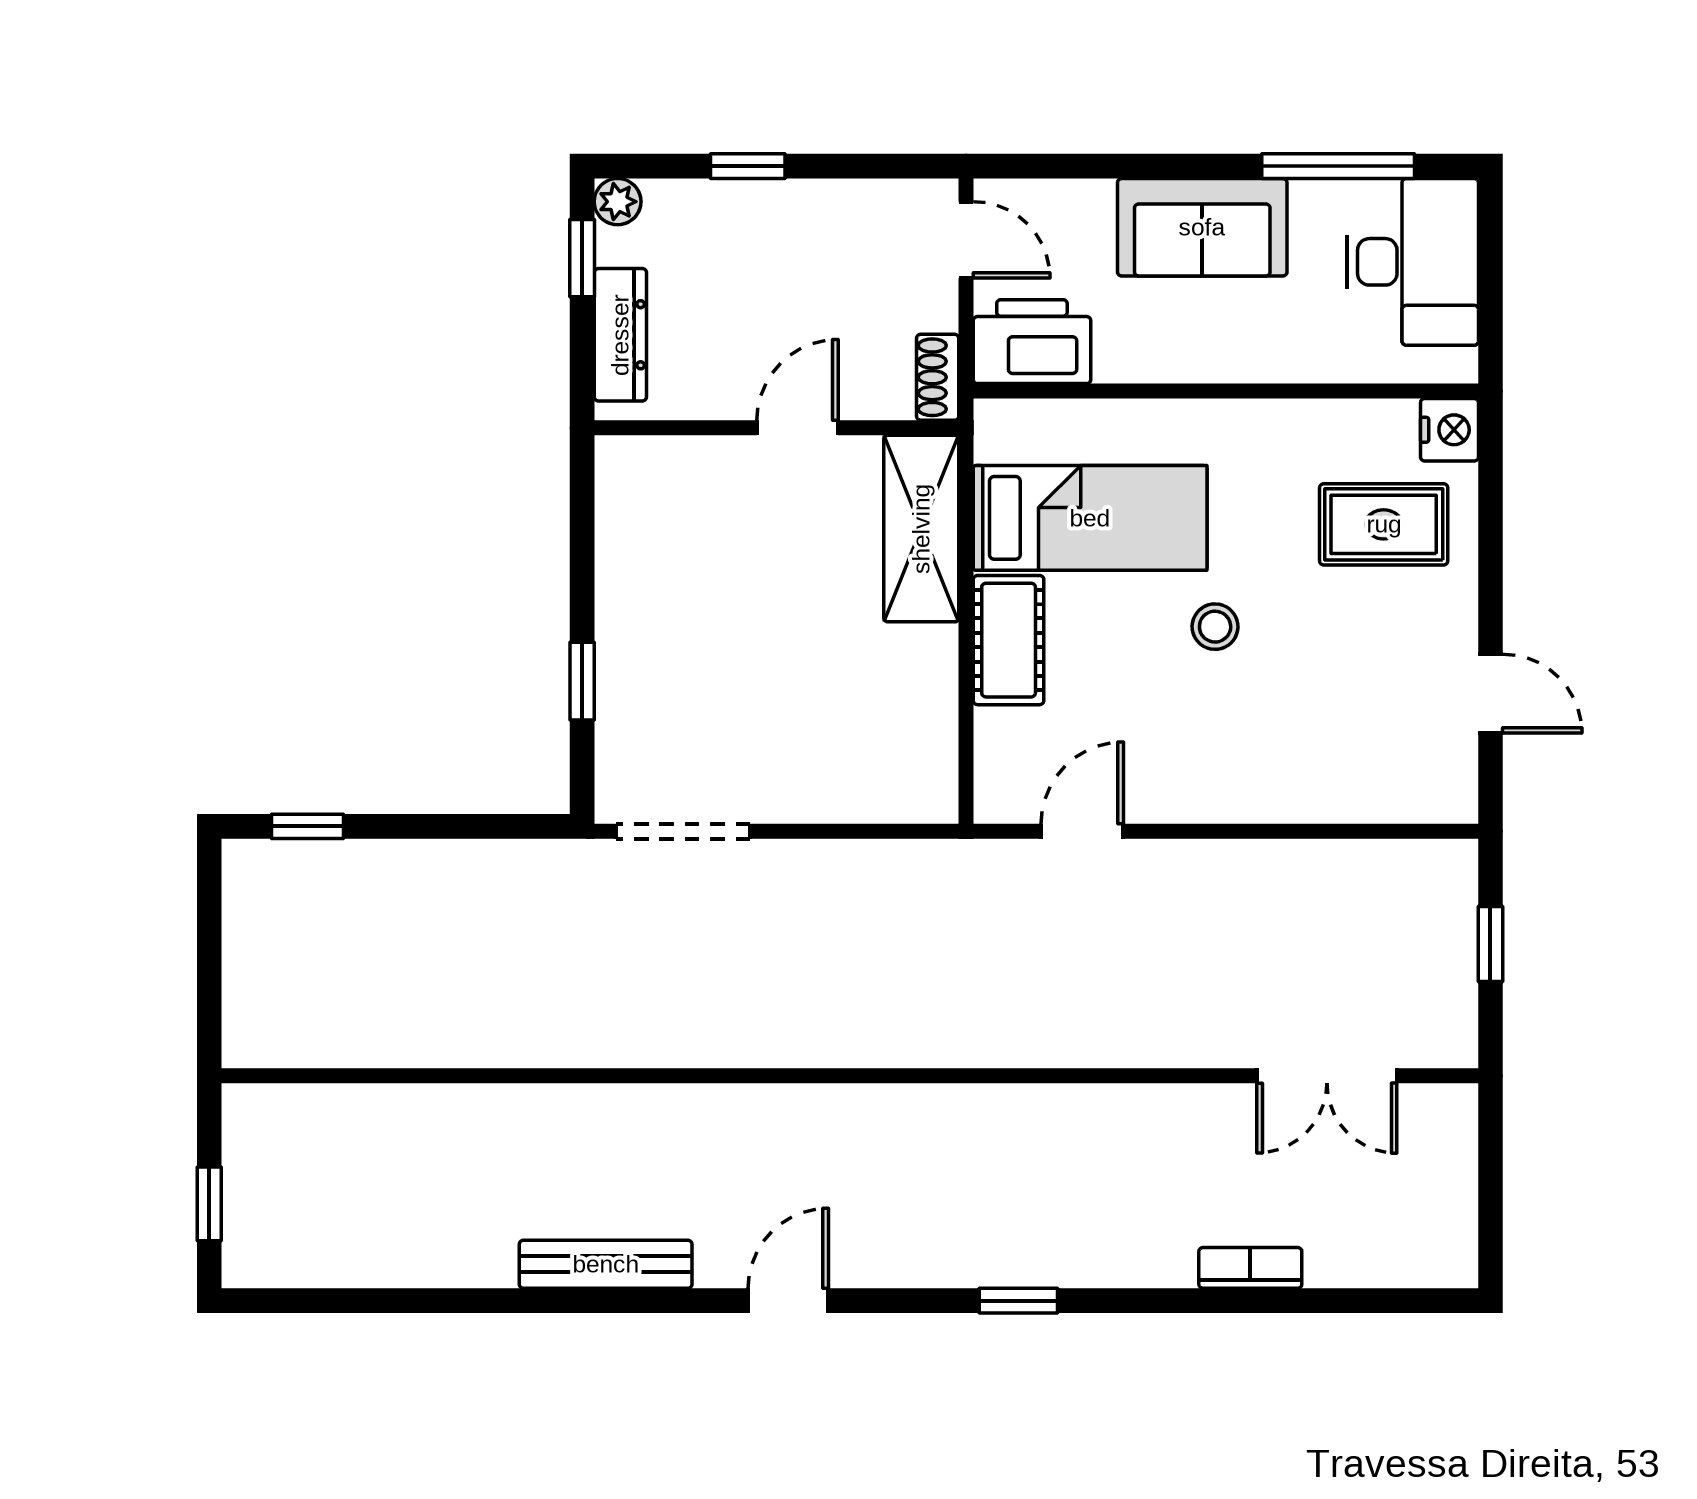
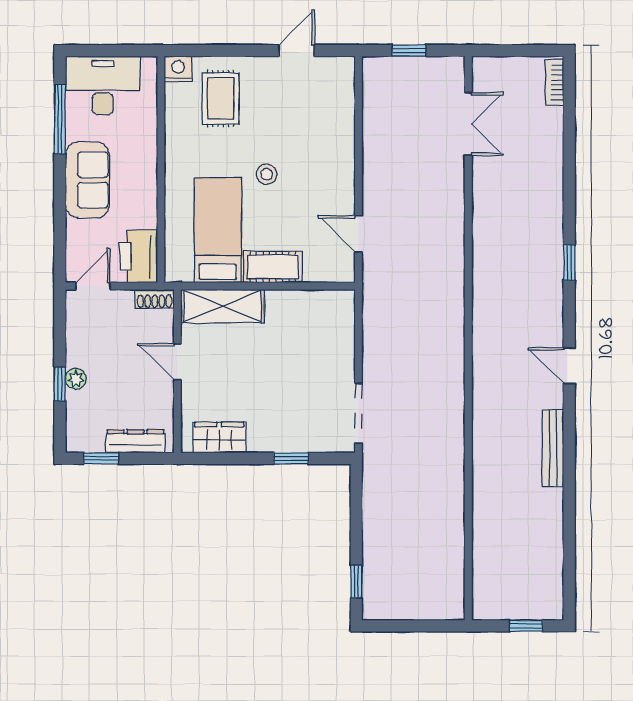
plant: (618, 202) -> (76, 379), moved
wardrobe: (629, 521) -> (219, 437), added
bookcase: (1250, 1268) -> (555, 83), moved

